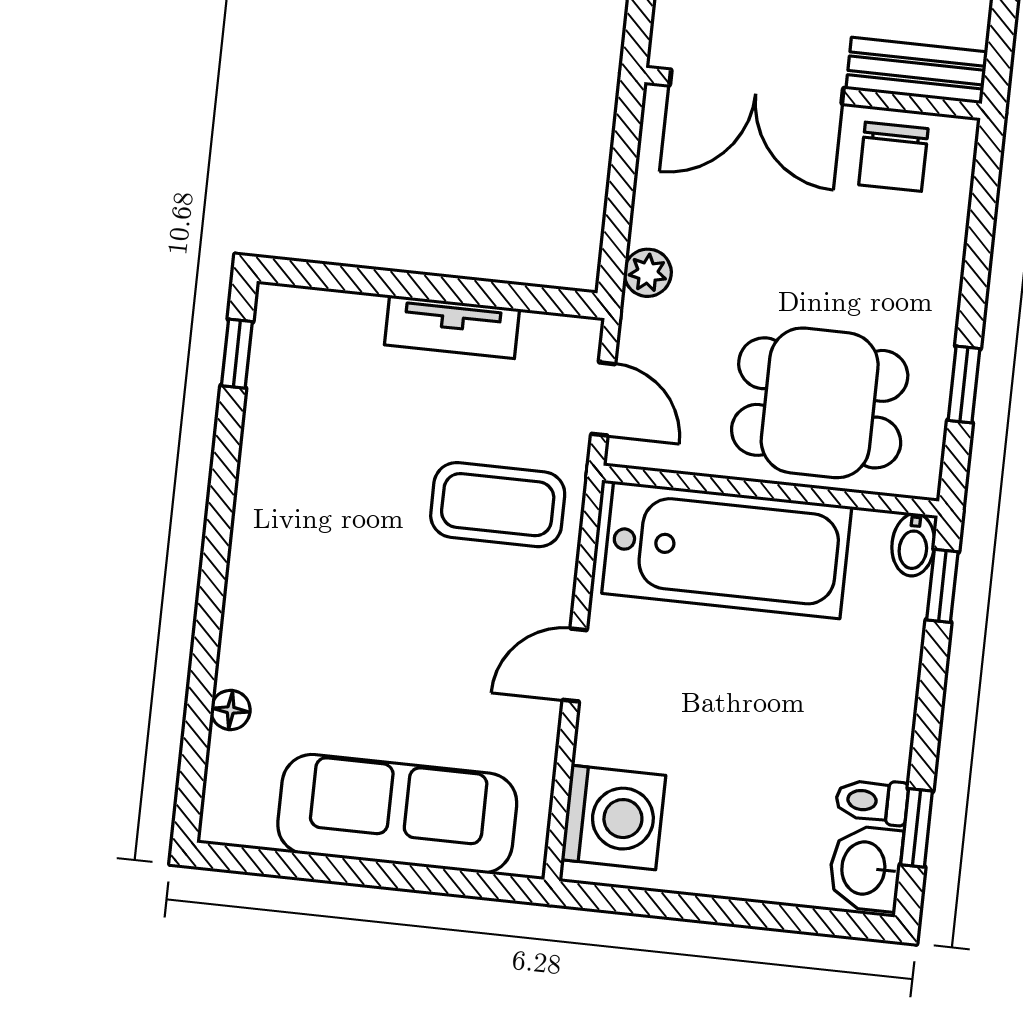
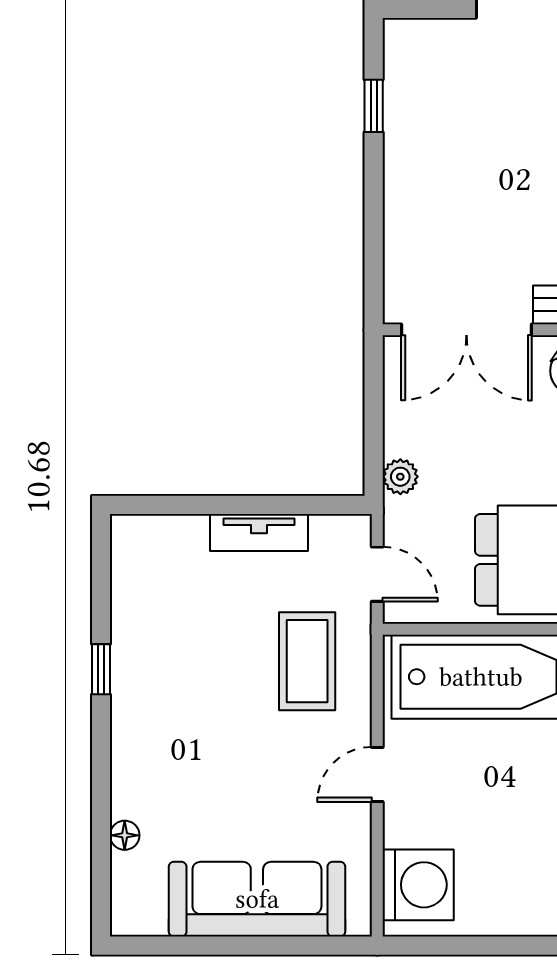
window: (237, 354) -> (101, 669), moved
coffee table: (498, 505) -> (307, 661), turned 90

